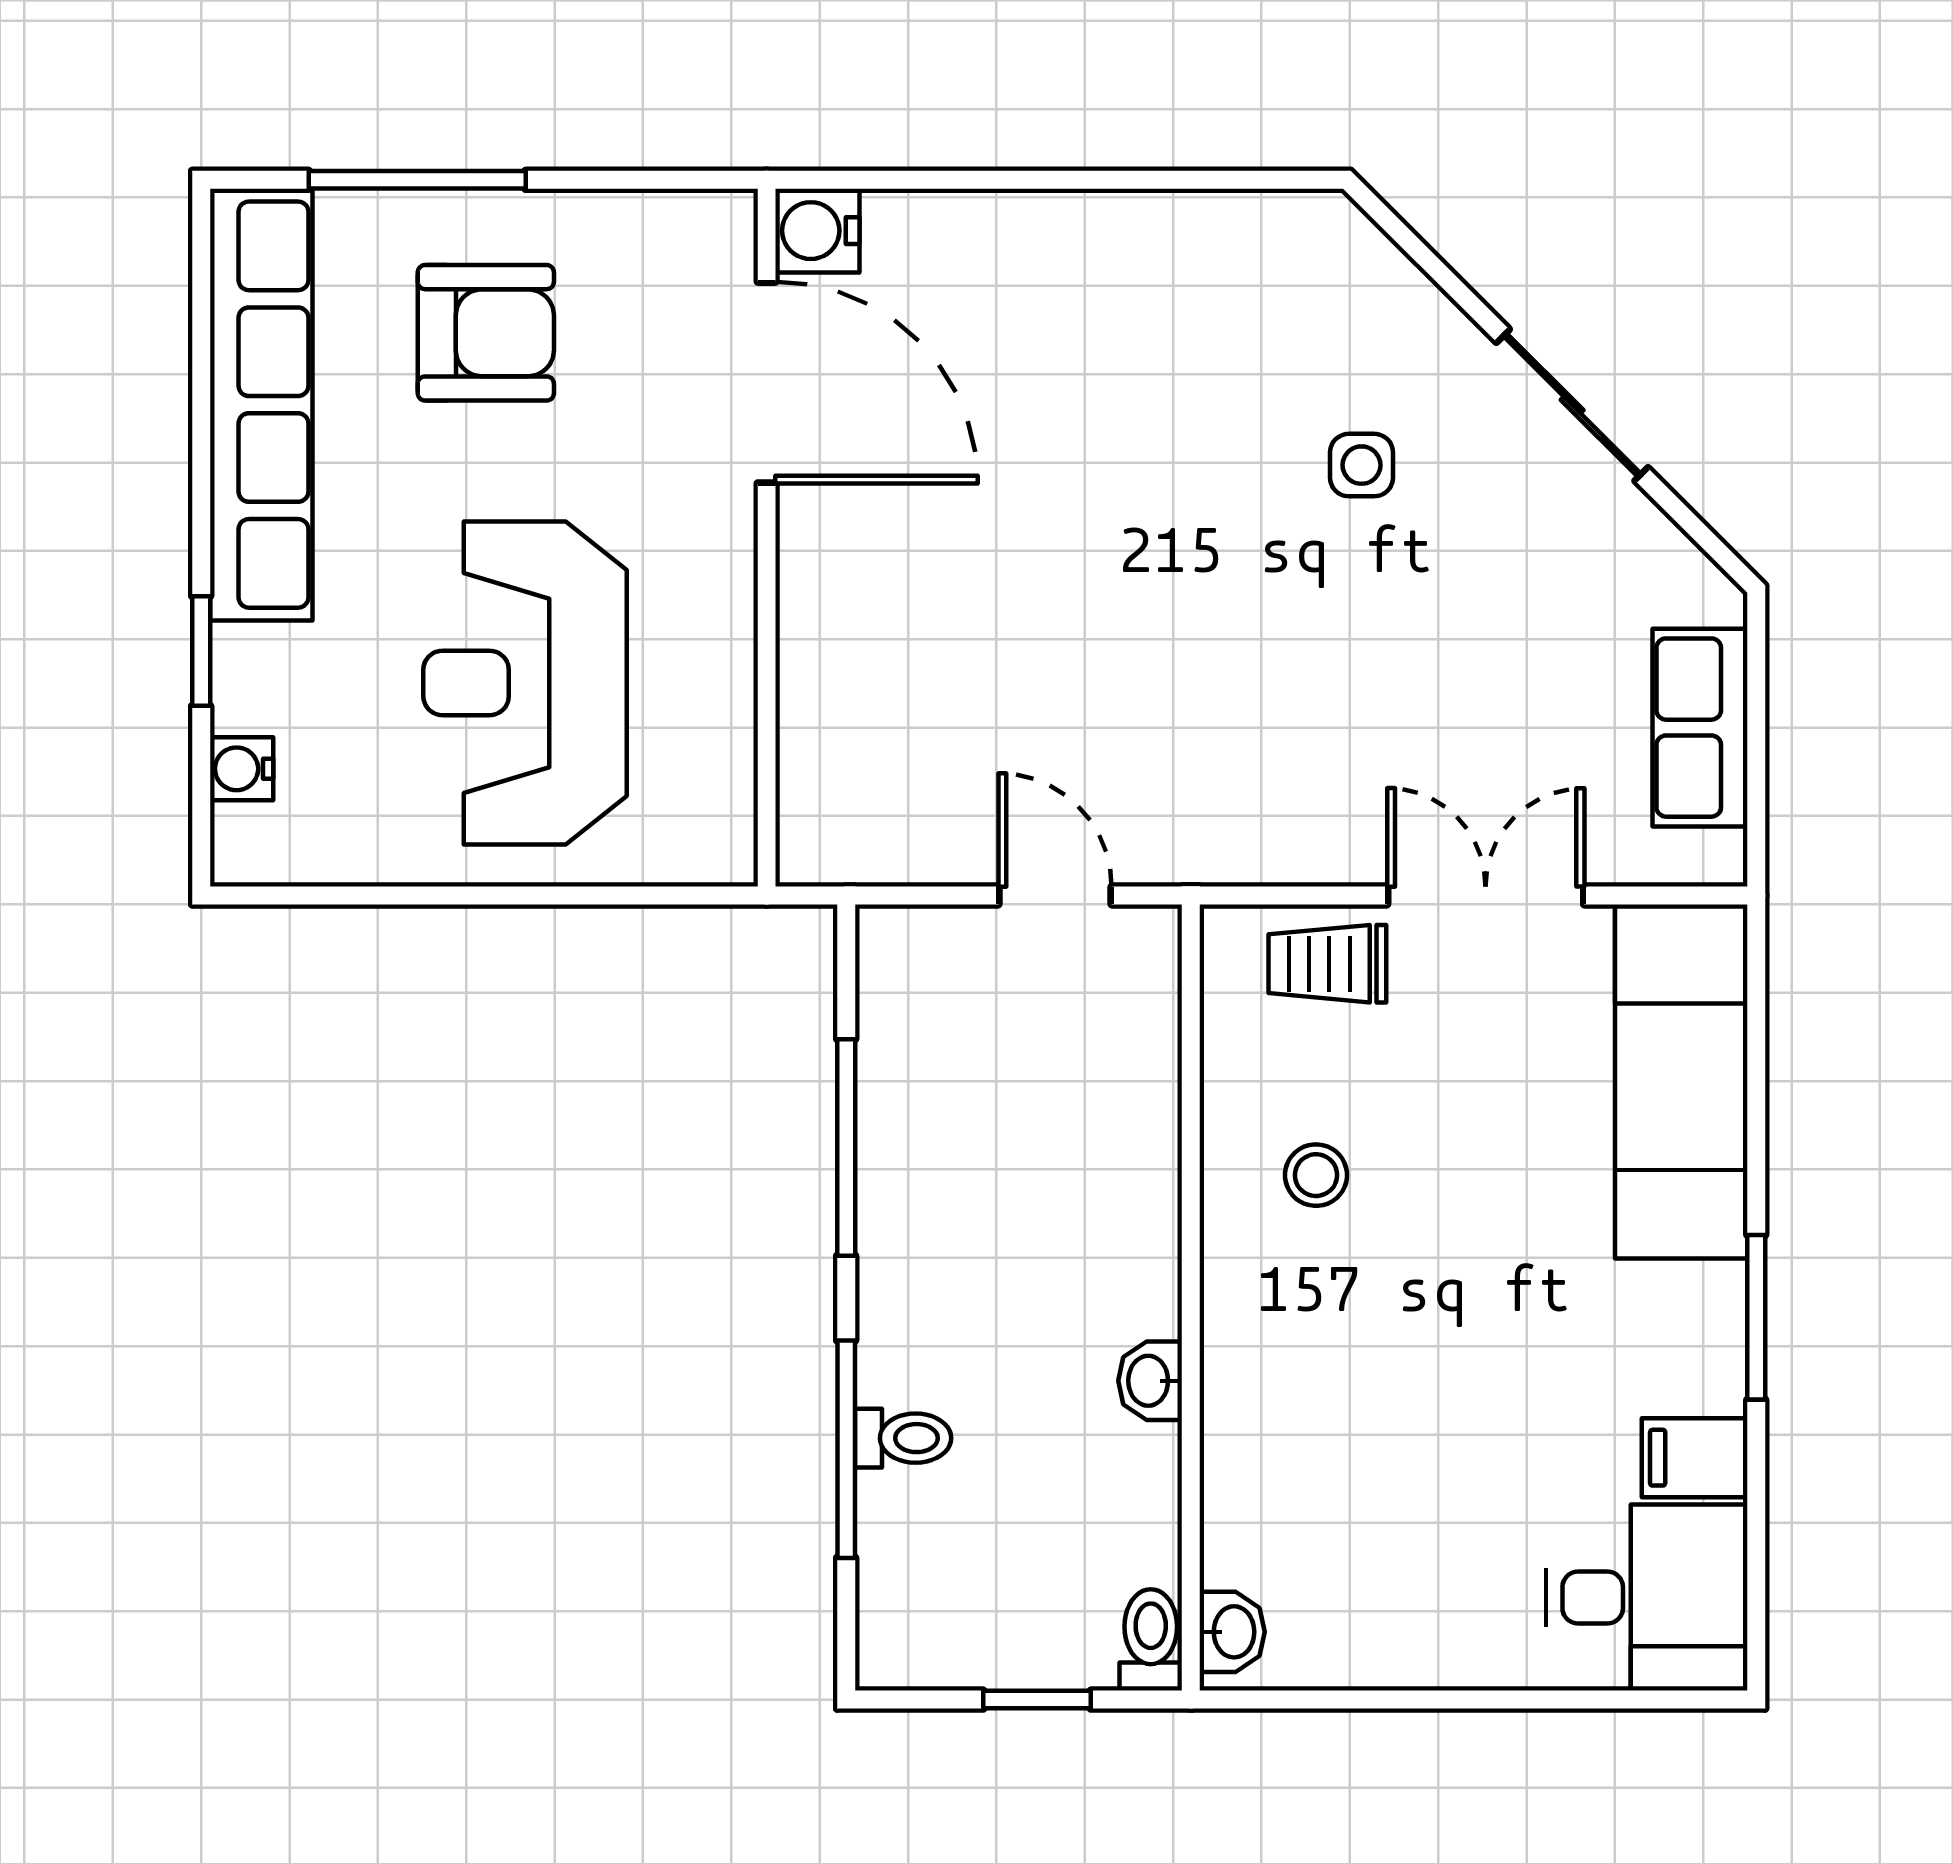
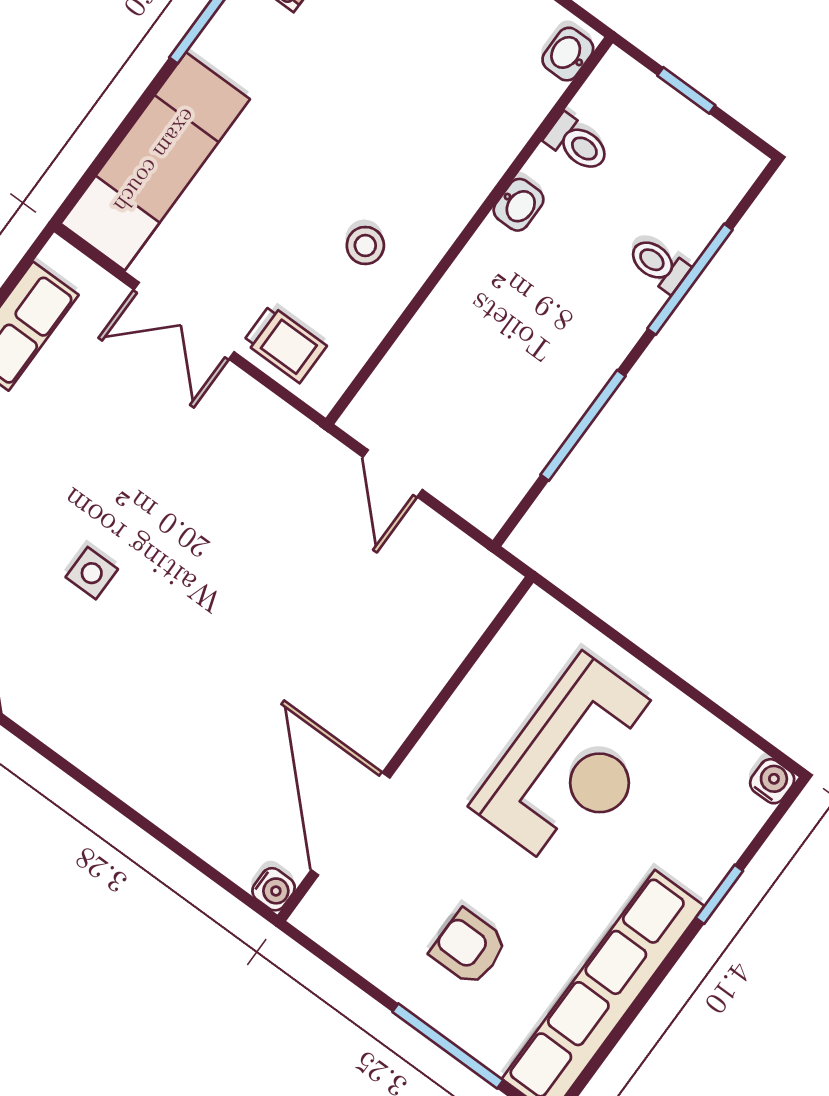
water cooler: (817, 231) -> (274, 889), width x0.72, depth x0.72
armchair: (486, 333) -> (469, 948), width x0.72, depth x0.72
water cooler: (242, 769) -> (772, 781), moved, turned -90
toilet: (1151, 1640) -> (577, 143), moved, turned -90

